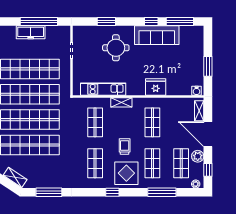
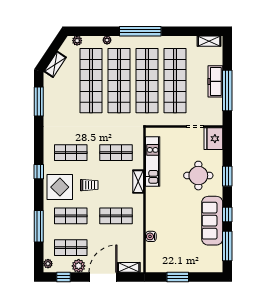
window: (106, 22) -> (227, 176), moved
fridge: (156, 87) -> (213, 139), moved, turned 180
water cooler: (197, 91) -> (151, 236), moved

